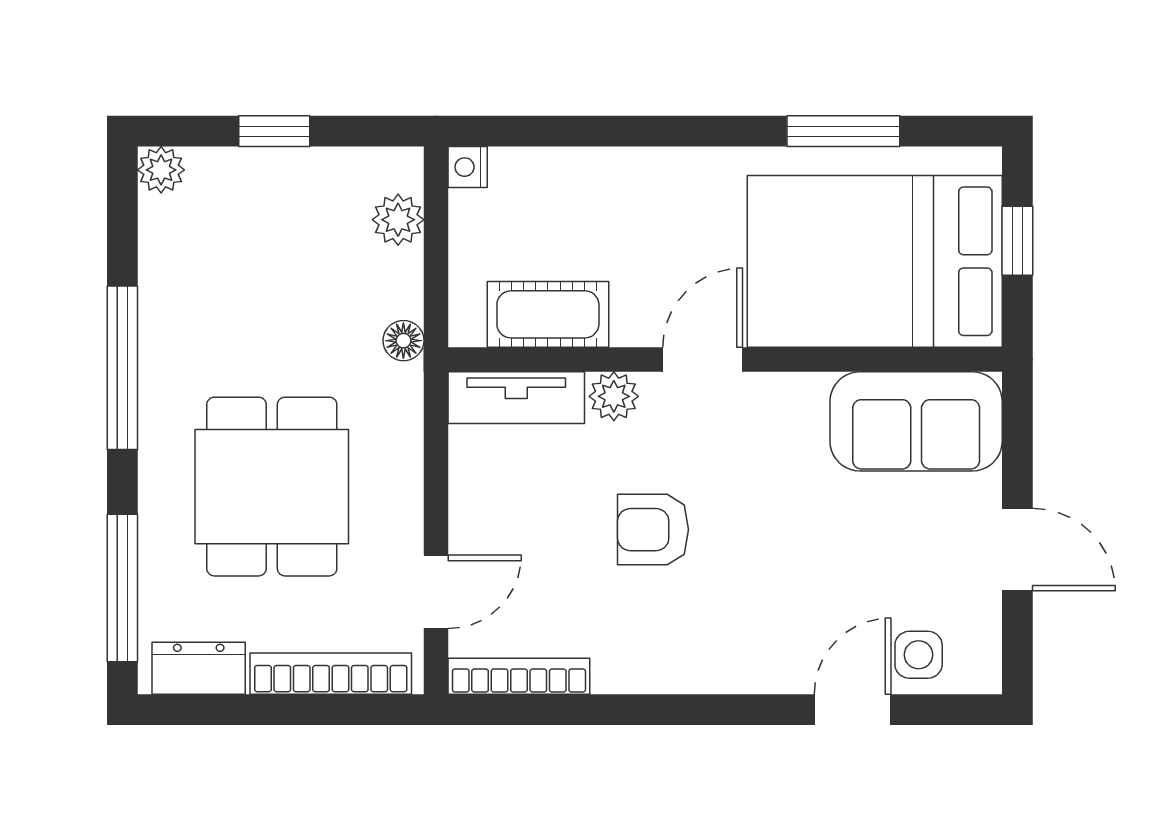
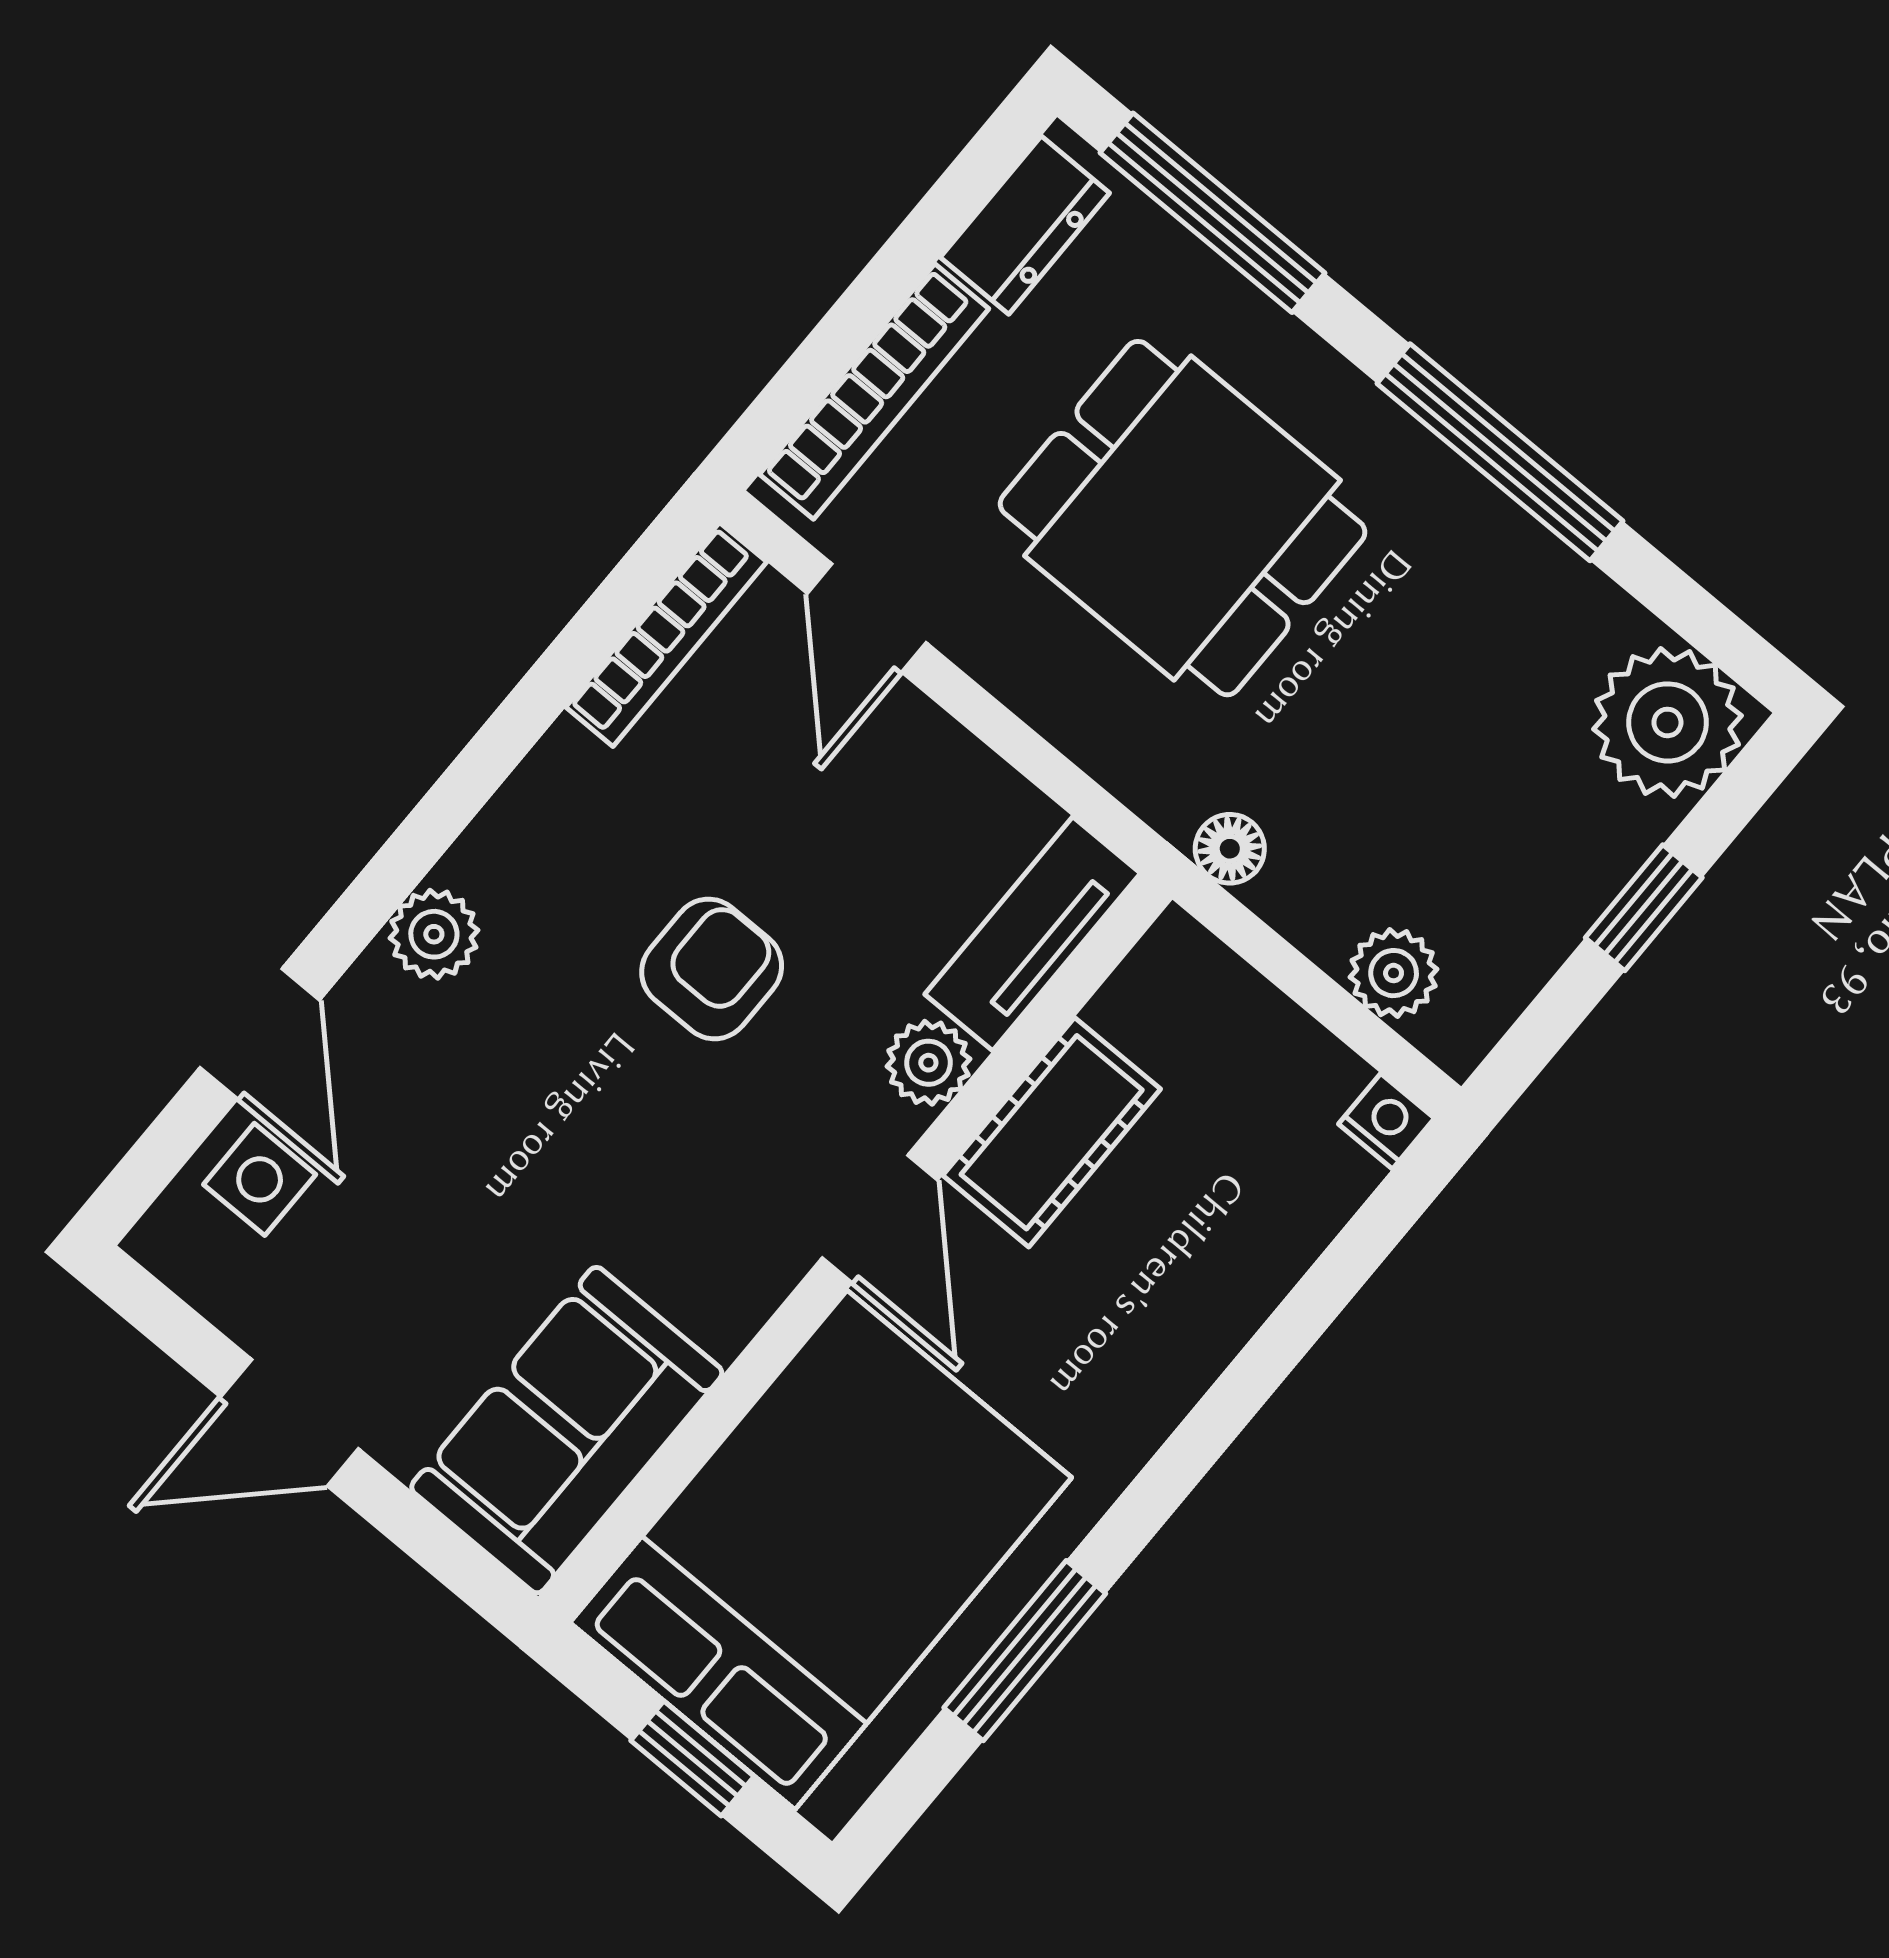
plant: (161, 170) -> (1667, 722), width x1.88, depth x1.88
cot: (548, 314) -> (1052, 1132), moved
plant: (742, 668) -> (434, 934), added

